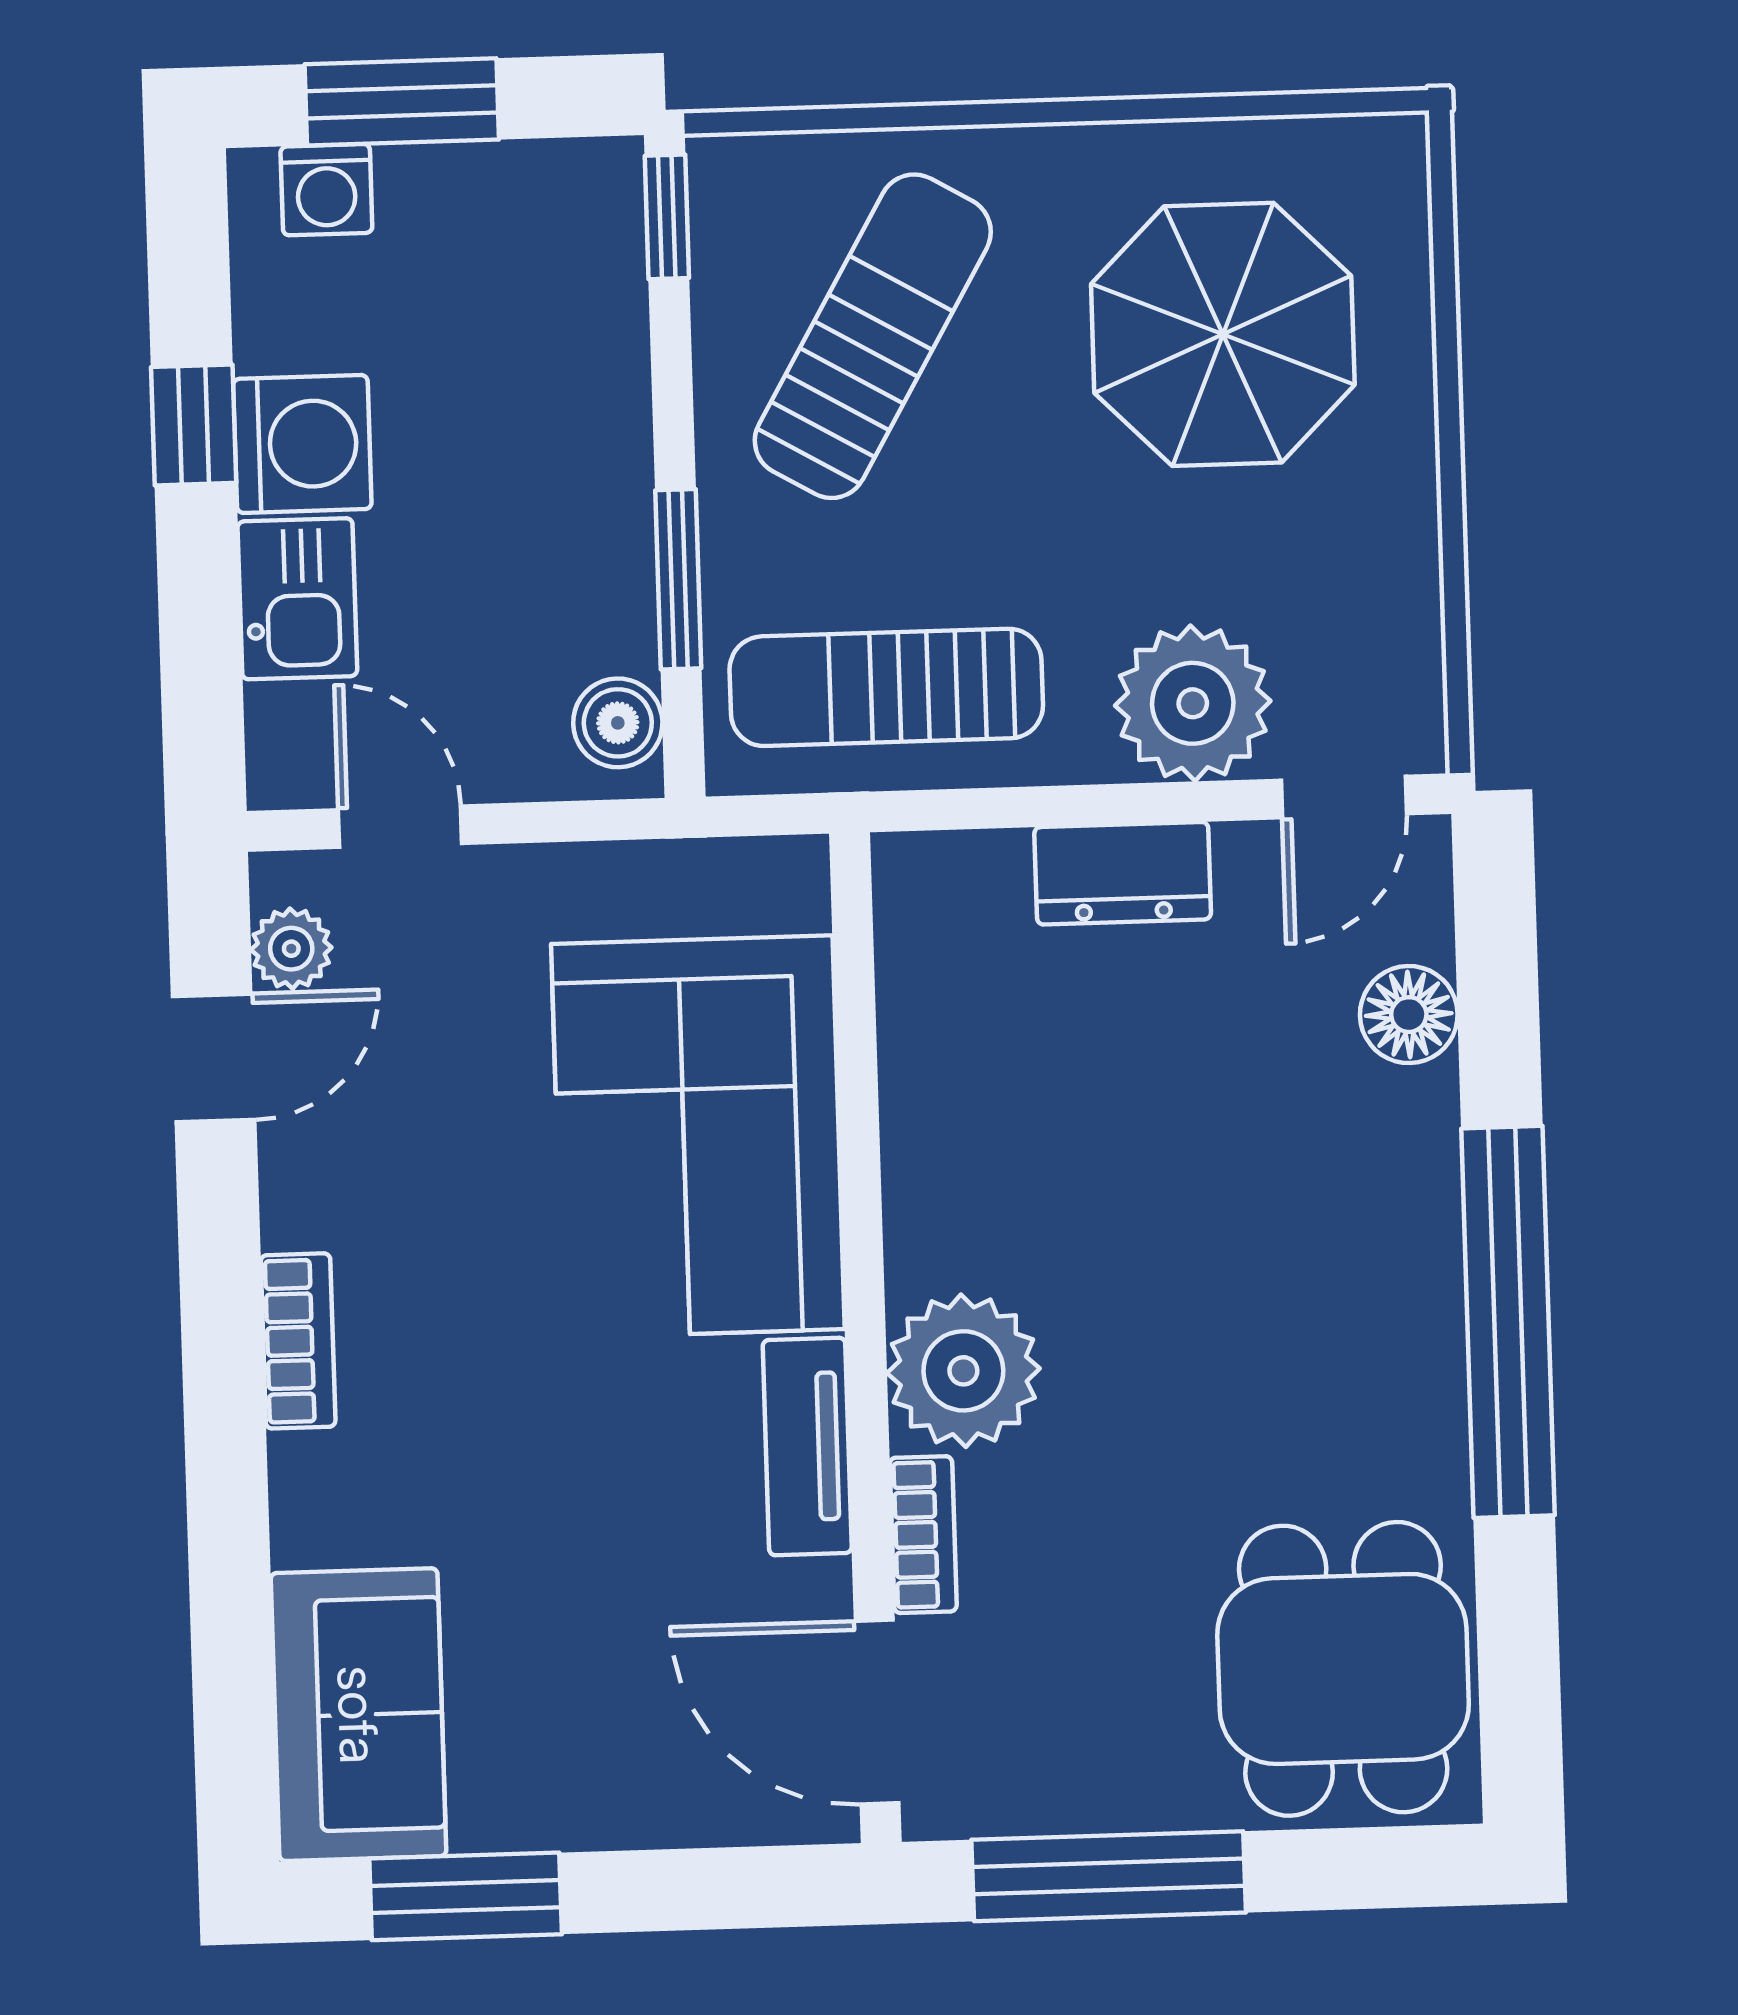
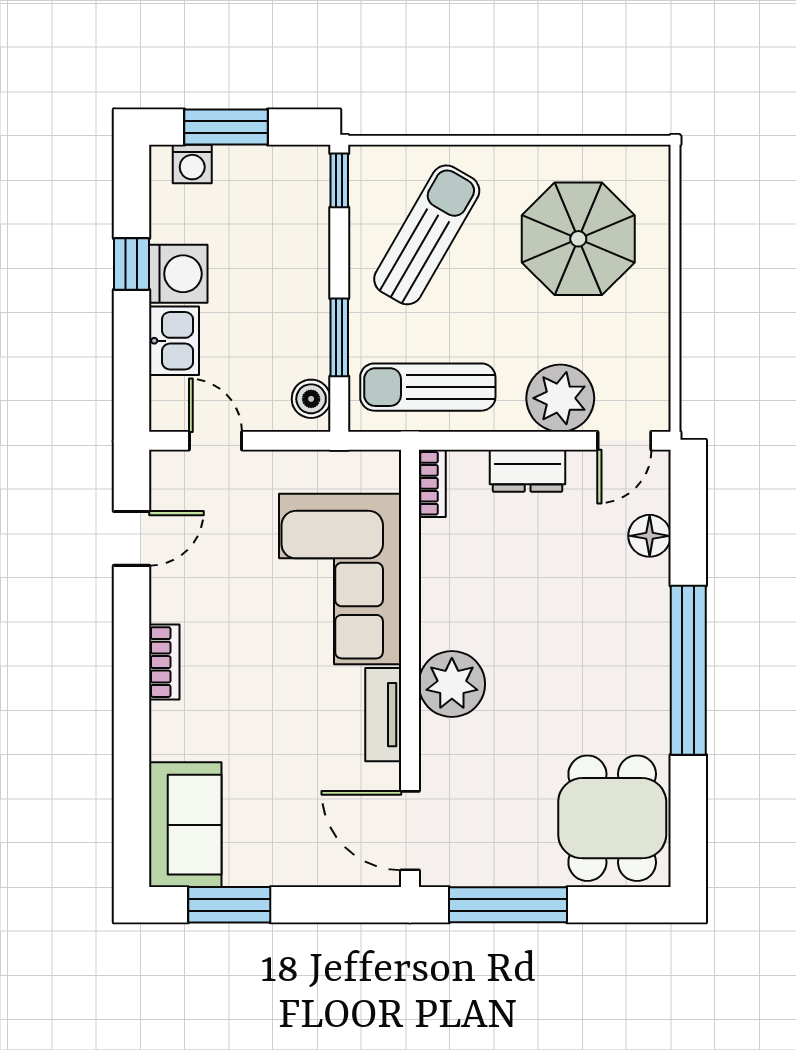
plant: (291, 949) -> (167, 492), removed
bookcase: (923, 1535) -> (432, 483), moved

